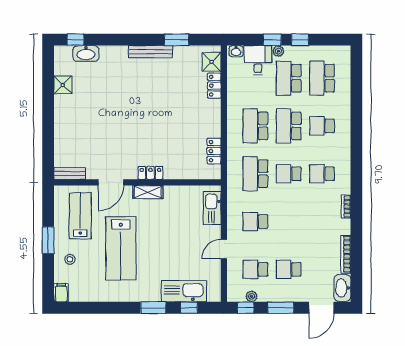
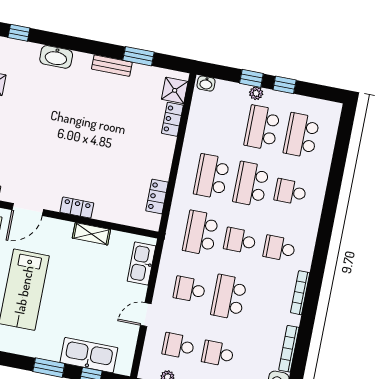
bench: (150, 52) -> (112, 66), width x0.73
washbasin: (86, 53) -> (56, 57), moved
desk: (258, 60) -> (230, 99), removed
shelving: (148, 192) -> (91, 234), moved
bookcase: (346, 207) -> (300, 293), width x1.56
school desk: (289, 222) -> (229, 297), added

